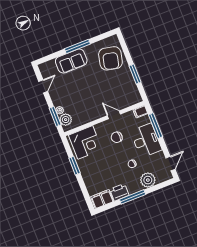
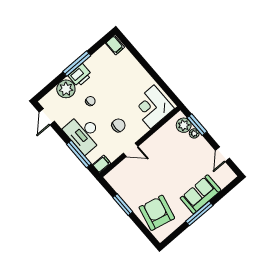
window: (75, 166) -> (155, 76), removed
printer: (119, 192) -> (80, 75), moved
filing cabinet: (102, 199) -> (115, 45), width x0.50

